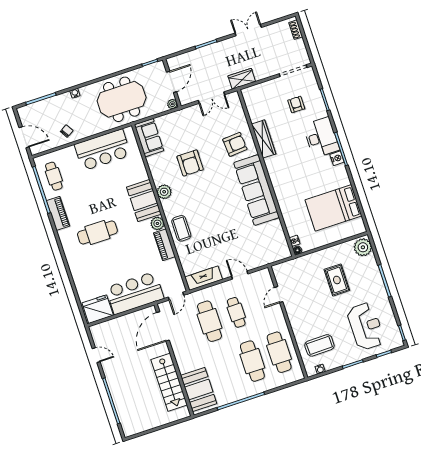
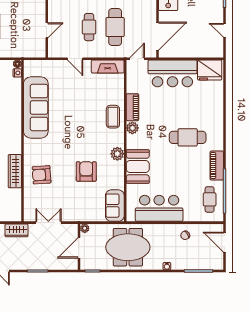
sofa: (256, 190) -> (36, 107), moved
booth: (144, 201) -> (138, 167), moved

